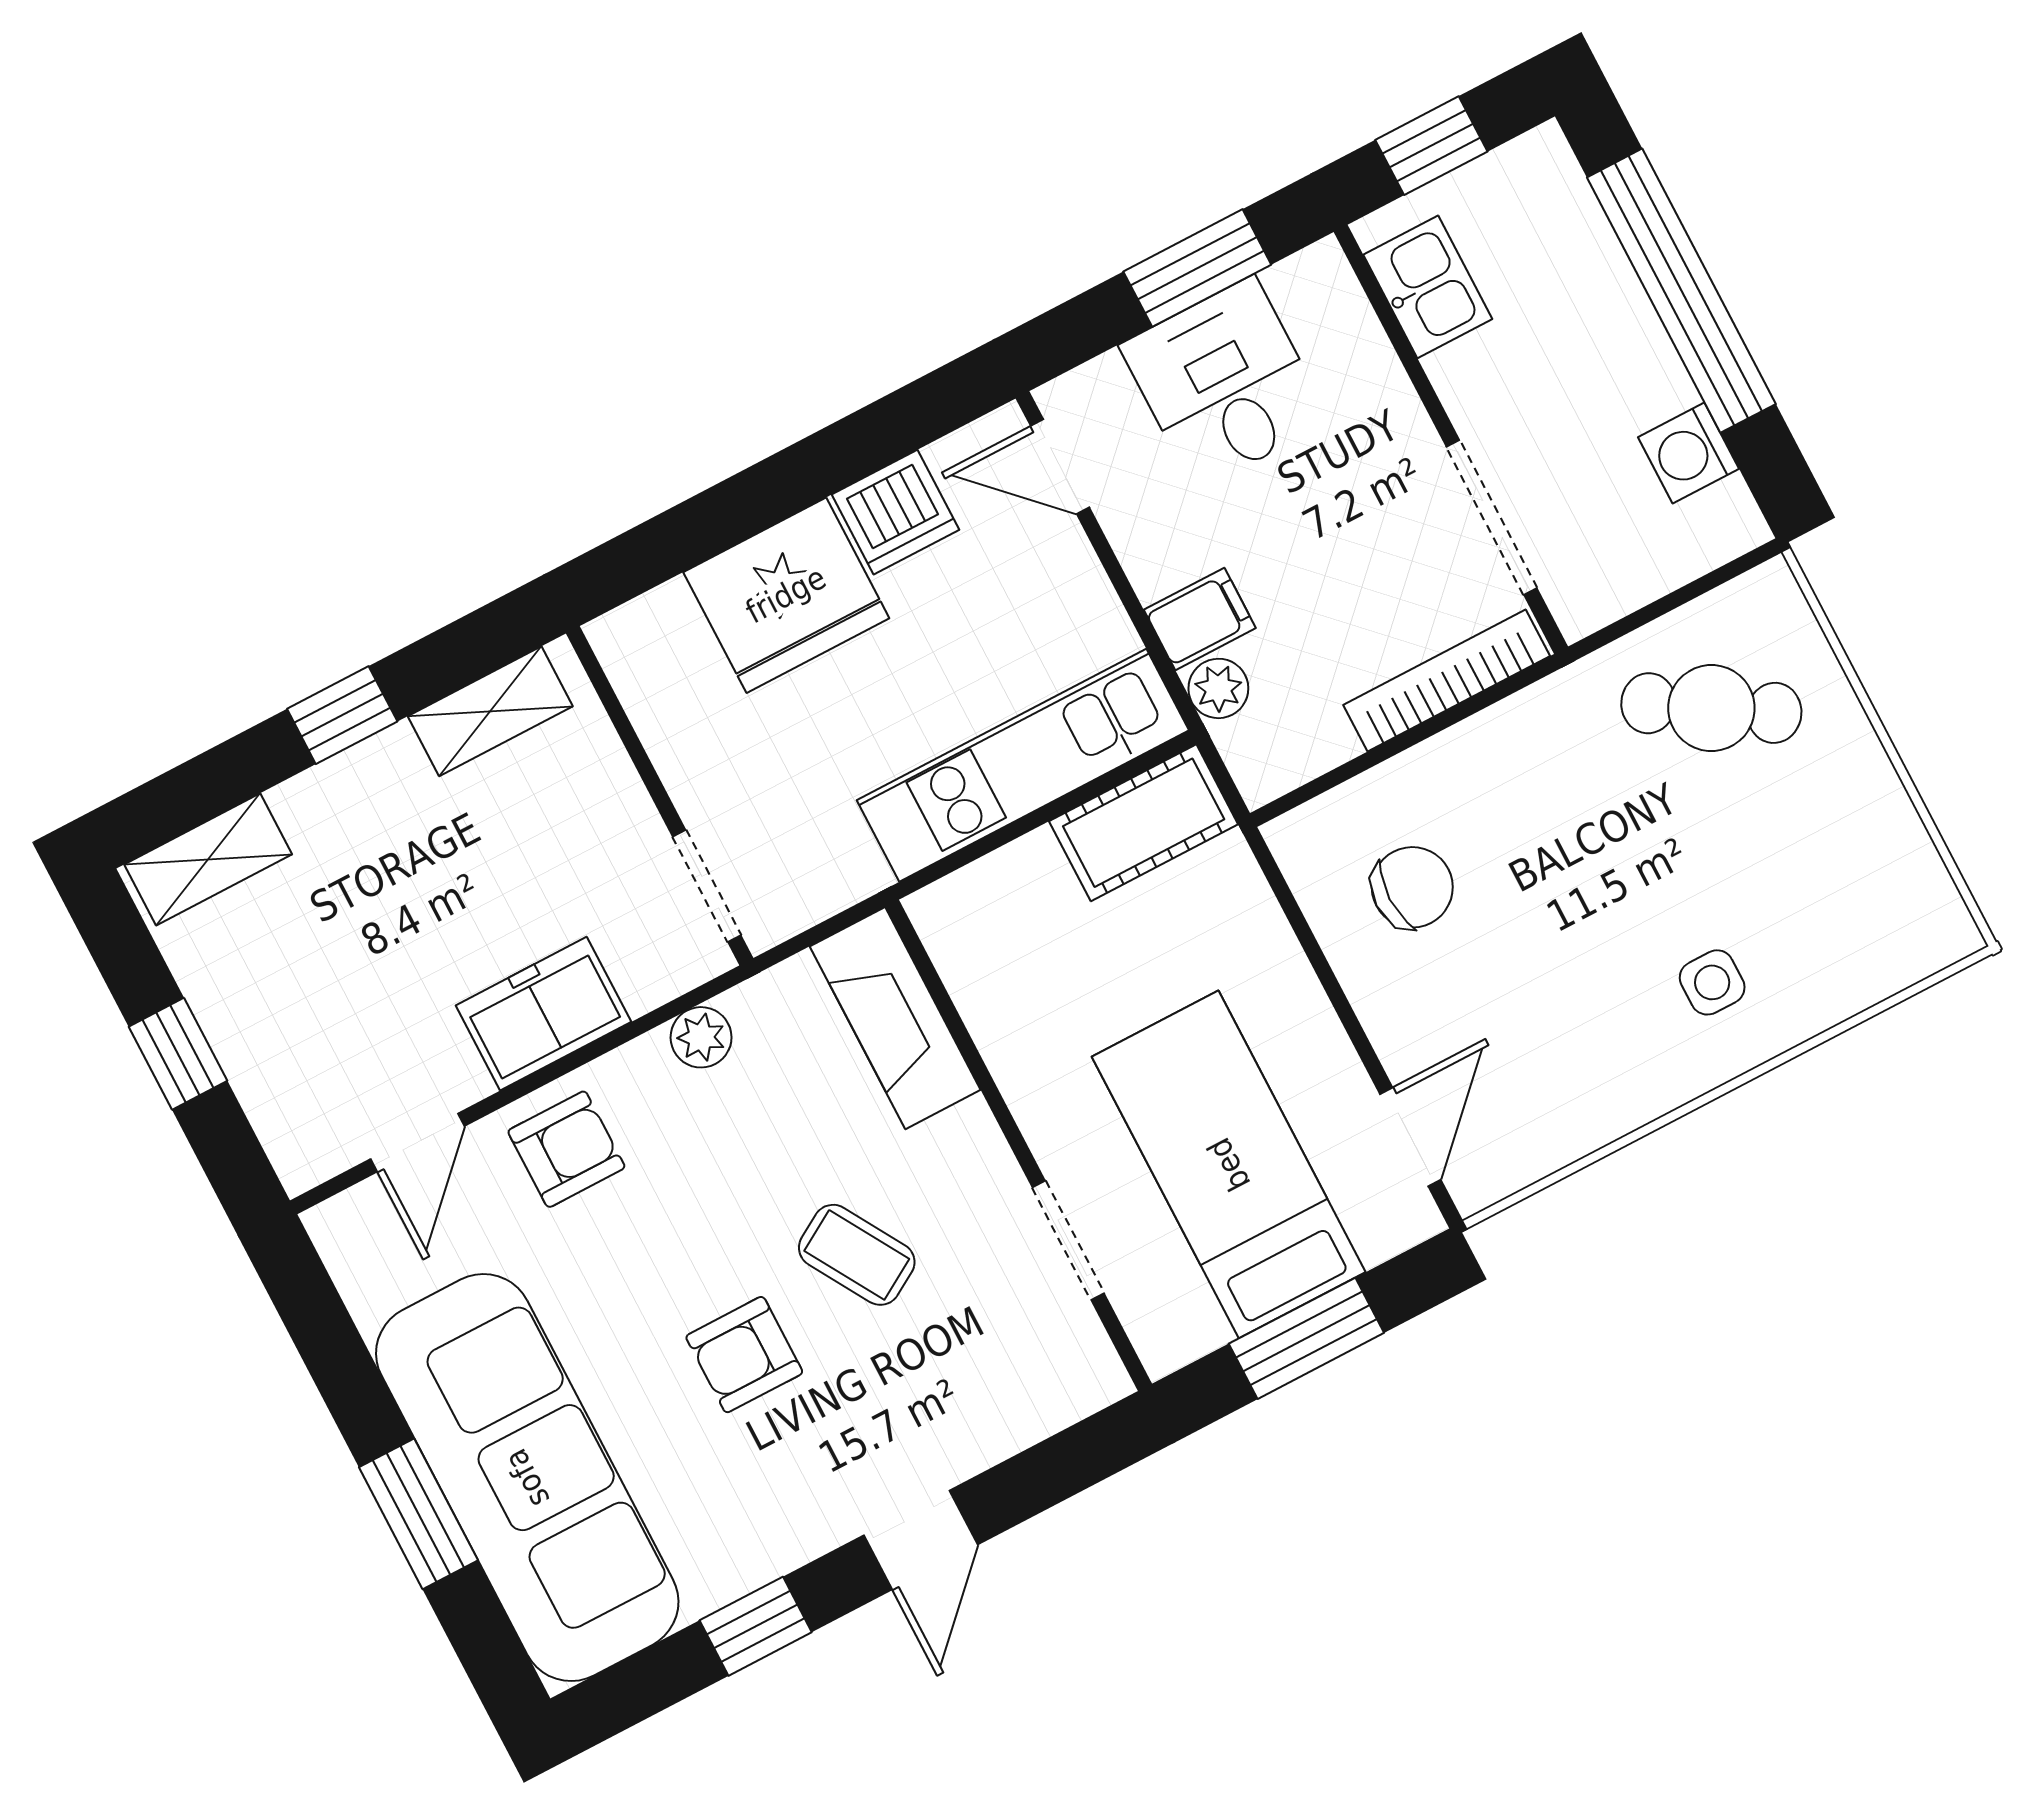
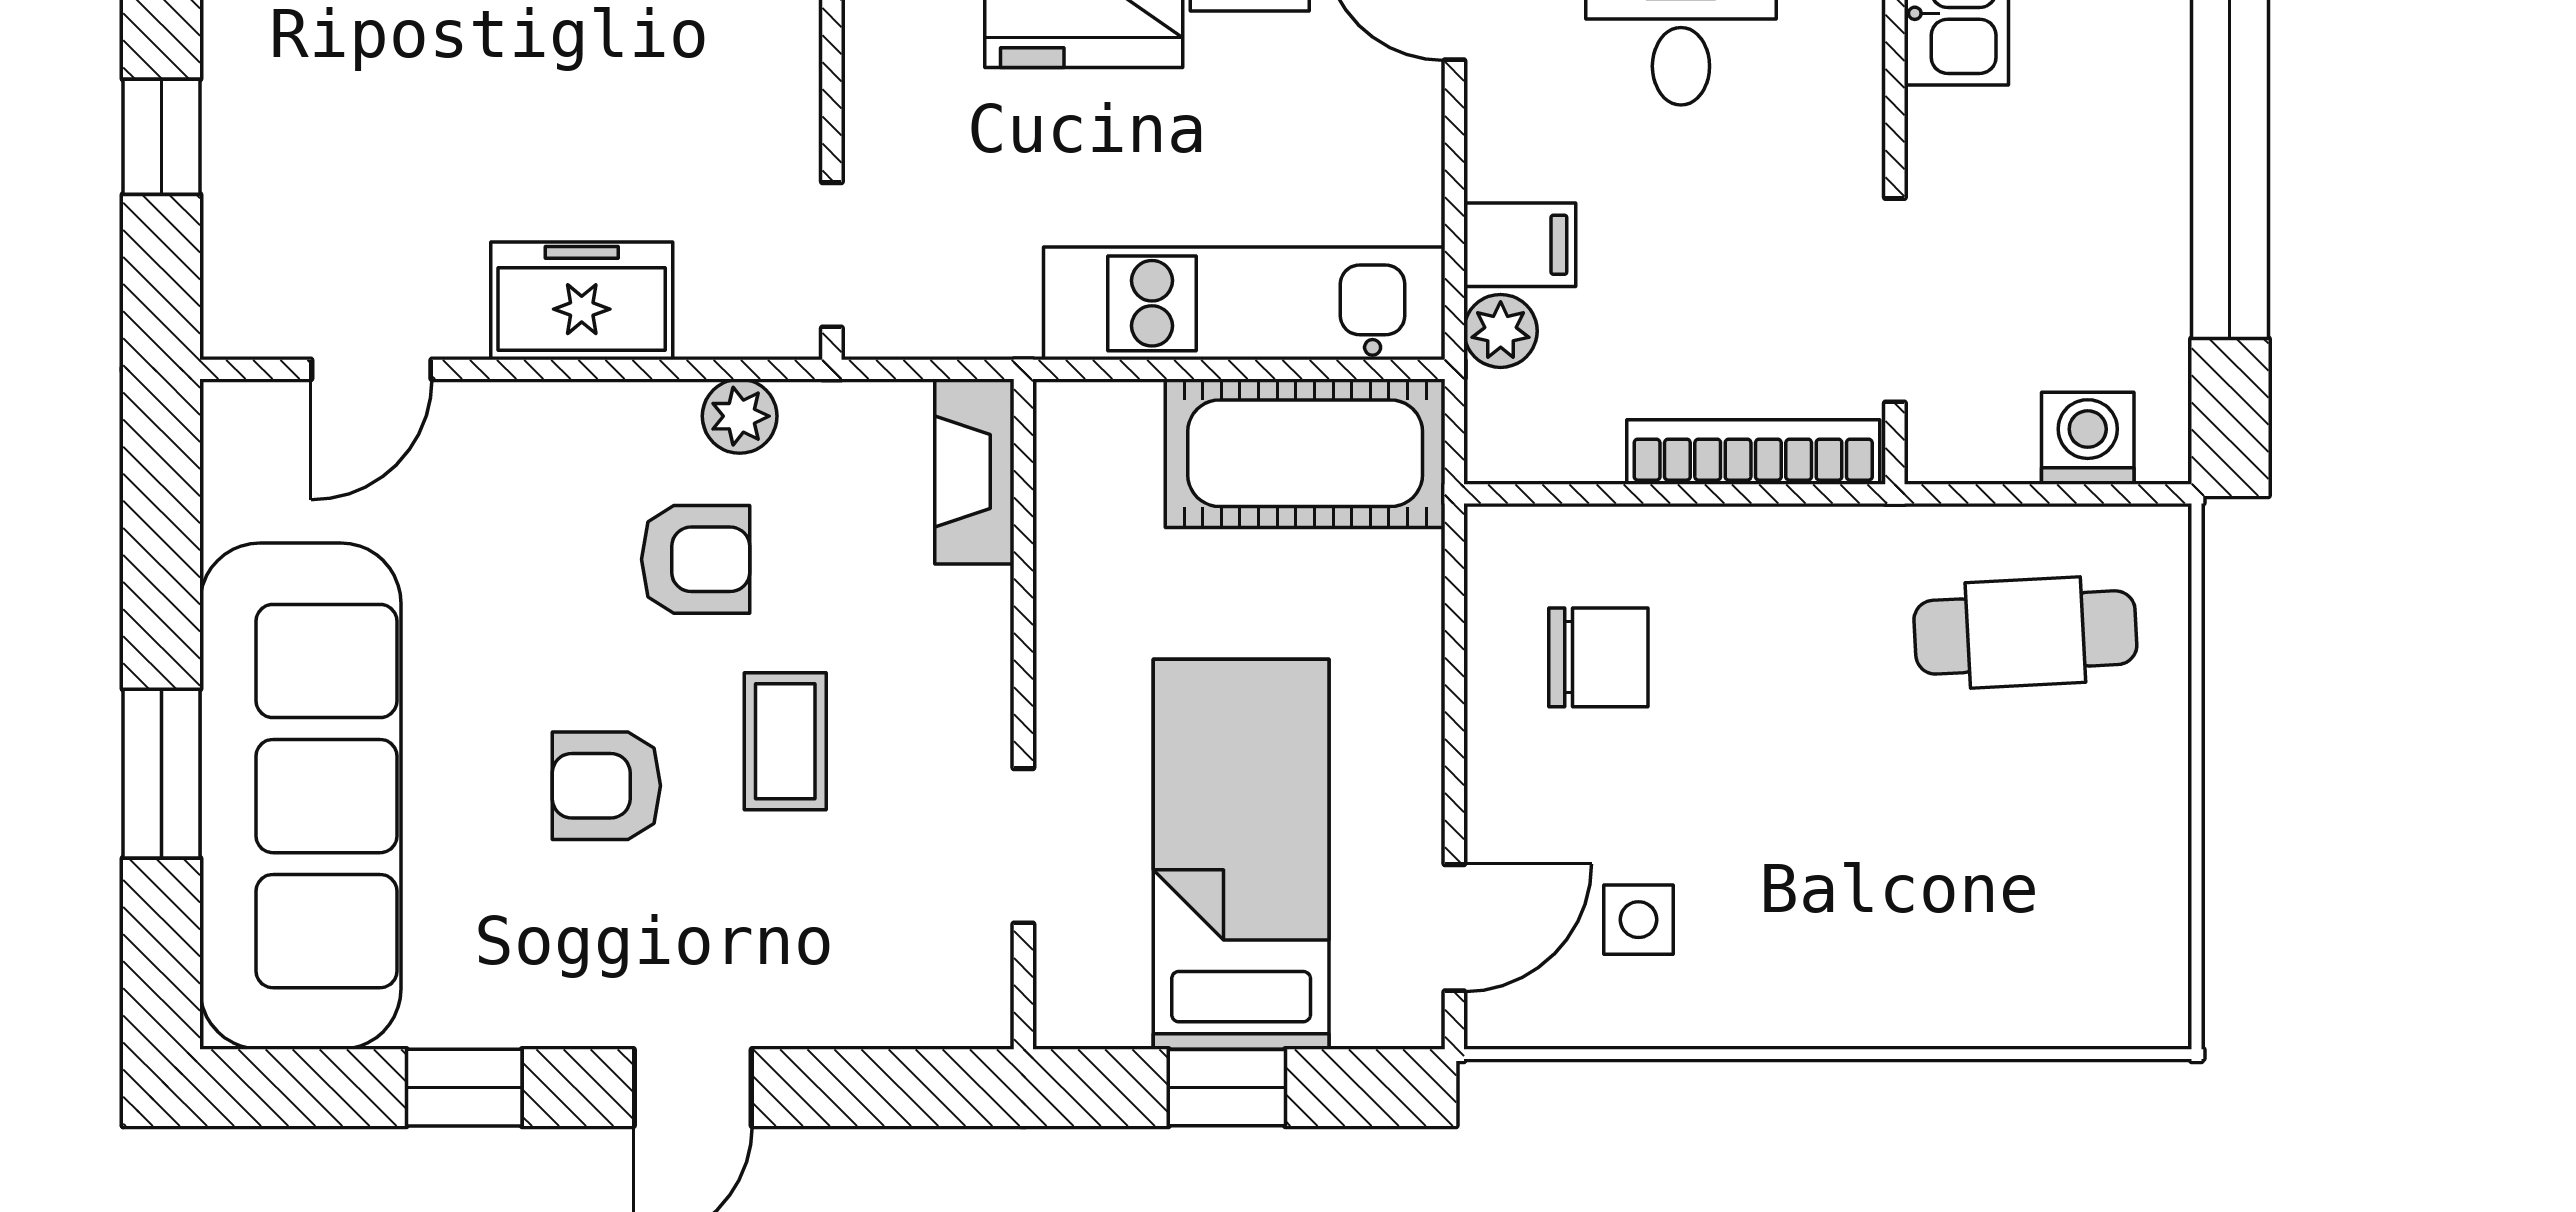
washing machine: (1689, 453) -> (2088, 438), moved, turned 90
cafe table: (1711, 708) -> (2025, 632), turned -35
cot: (1144, 823) -> (1305, 453), width x1.37, depth x1.34
side table: (1712, 982) -> (1639, 920), moved
fireplace: (895, 1018) -> (974, 471), width x0.73, depth x0.76
armchair: (566, 1149) -> (696, 559), moved
coffee table: (857, 1255) -> (785, 741), turned 31
window: (1306, 1338) -> (1227, 1088), width x0.67

